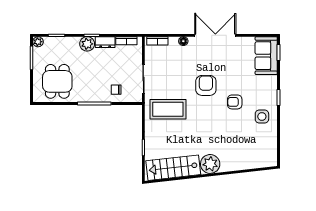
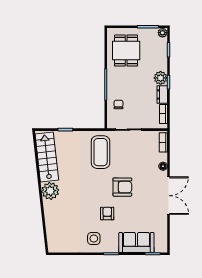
sofa: (266, 56) -> (136, 242), moved
dining table: (57, 81) -> (126, 51), turned 90

